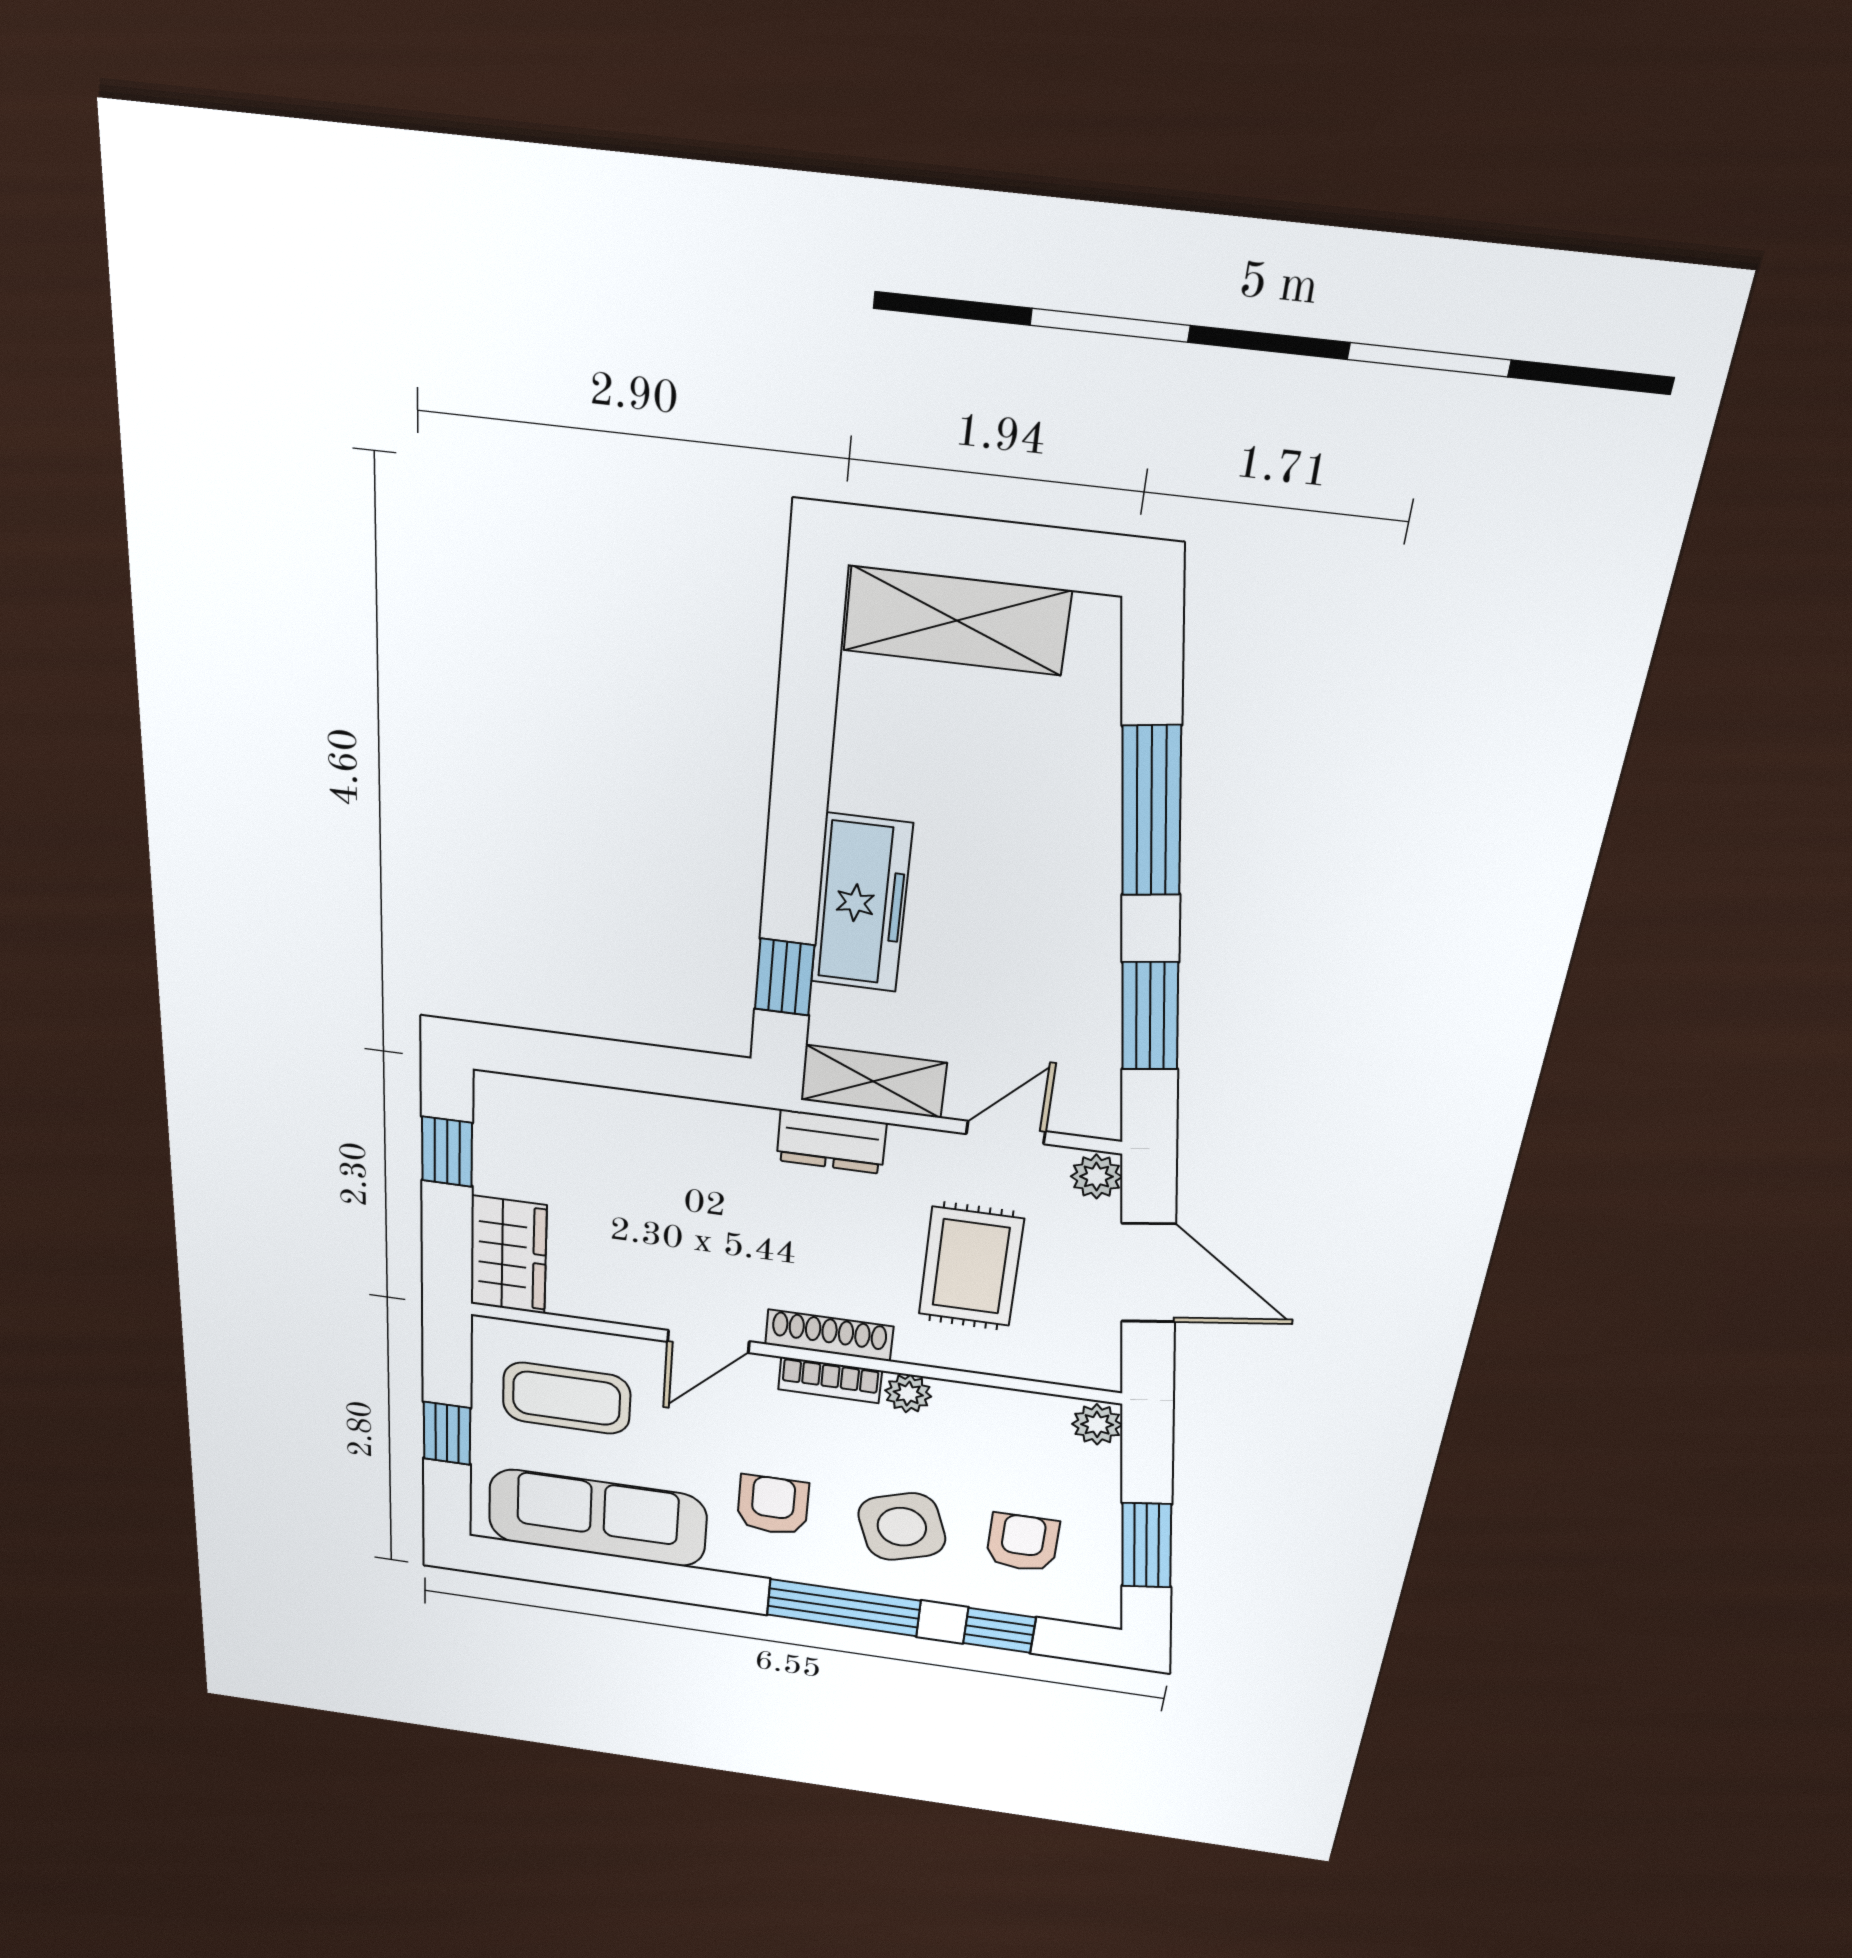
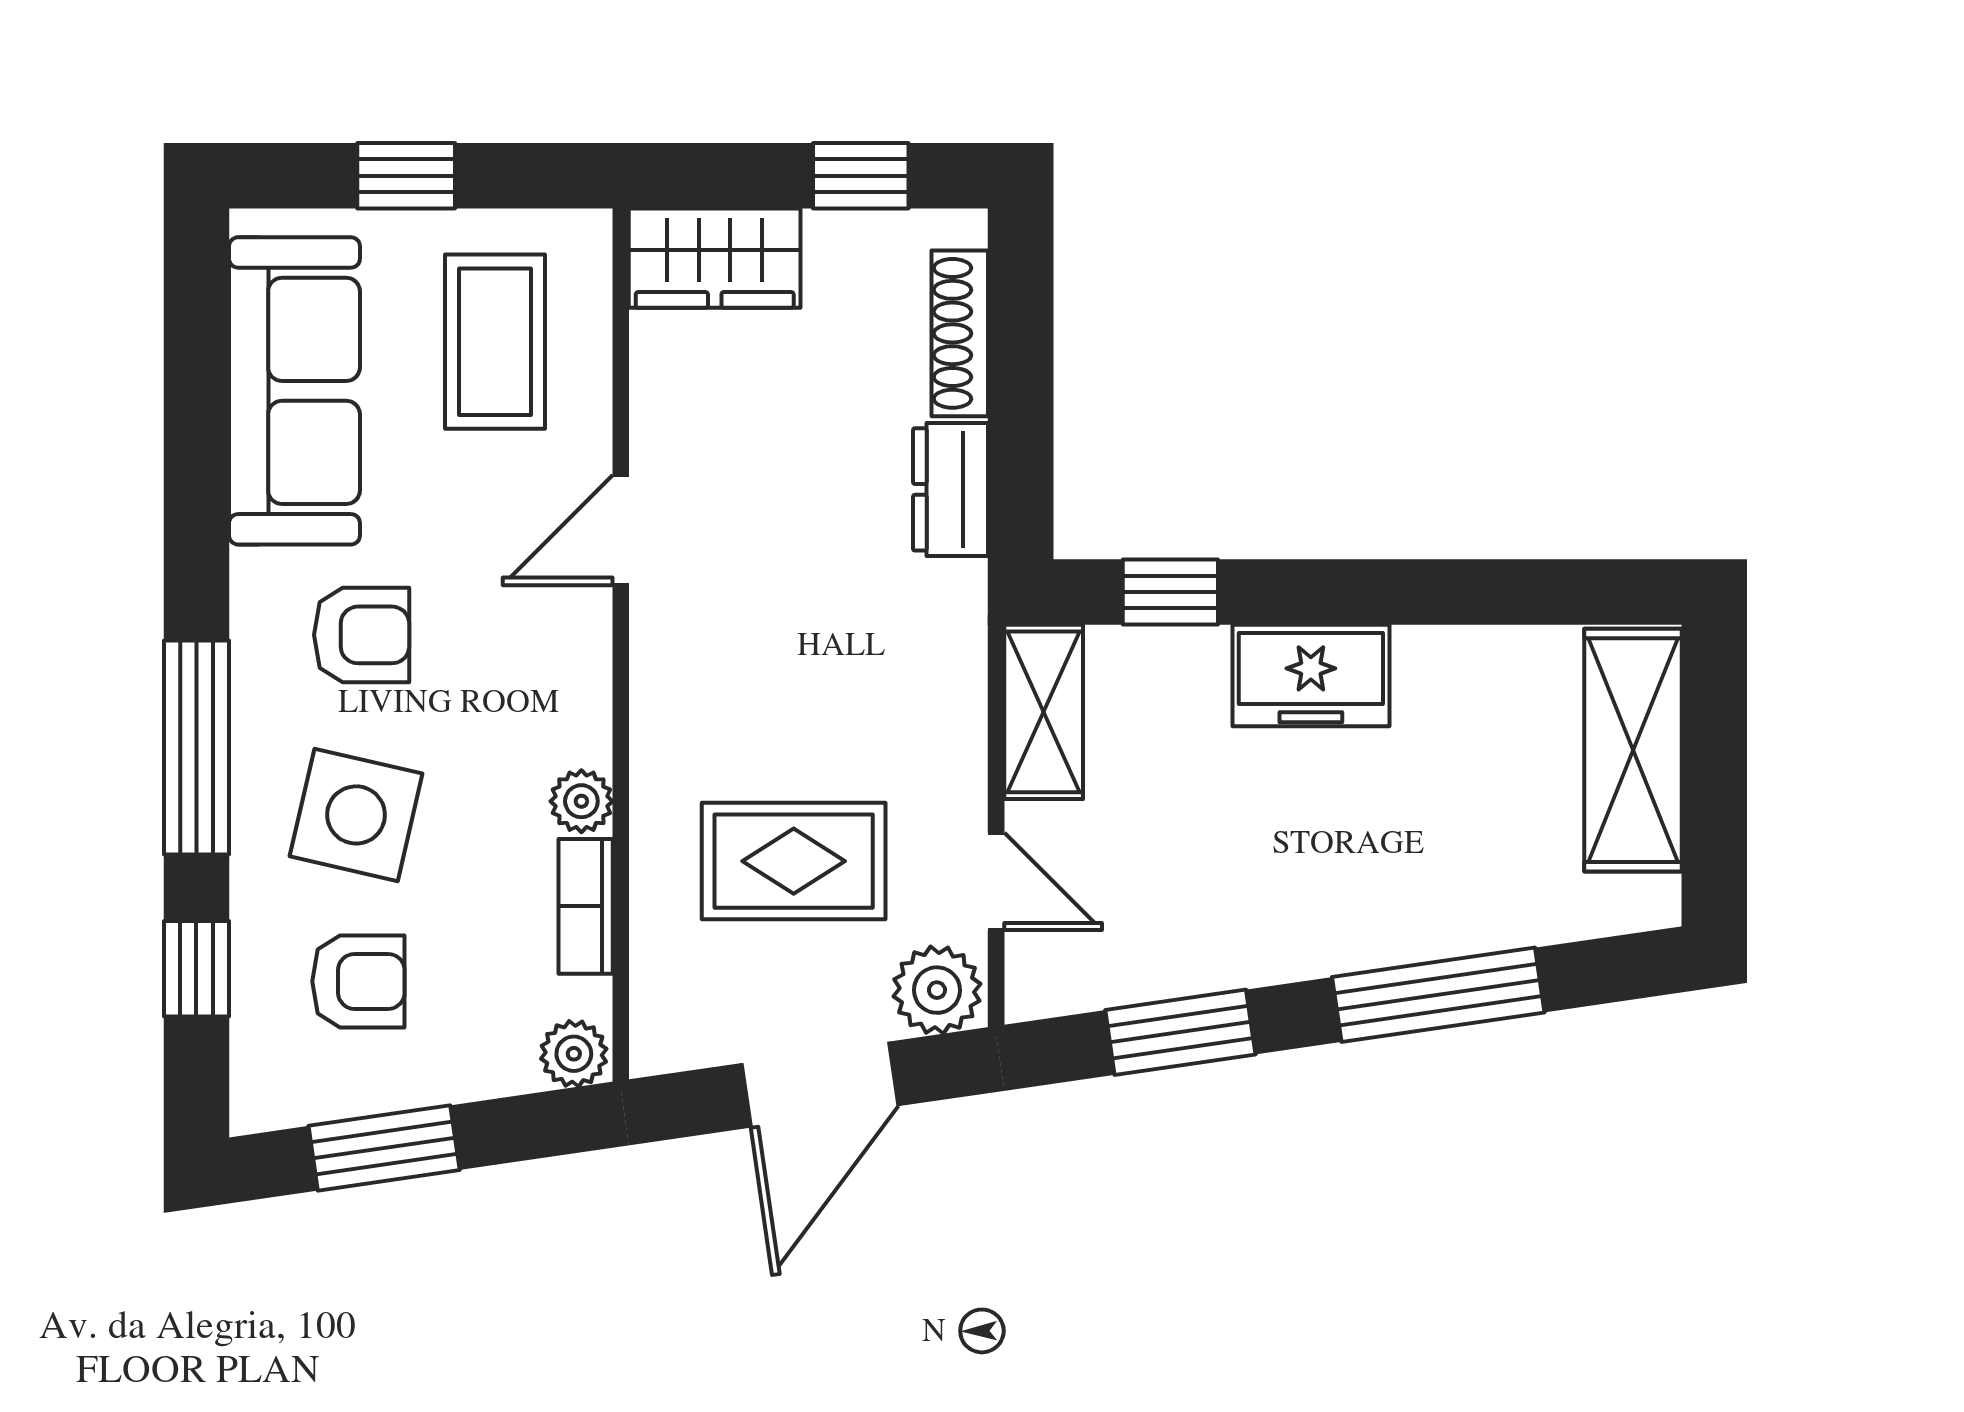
freezer: (861, 903) -> (1311, 676), width x0.71
dresser: (831, 1142) -> (951, 489), moved
plant: (1096, 1177) -> (937, 990), width x1.38, depth x1.38
shoe rack: (829, 1335) -> (960, 333), moved, turned 180
door: (708, 1342) -> (621, 530), hinge flipped
bookcase: (830, 1380) -> (586, 906), moved
side table: (902, 1527) -> (356, 815), turned 32

